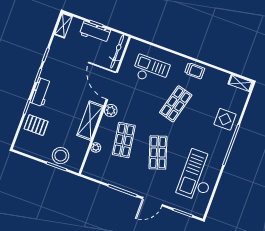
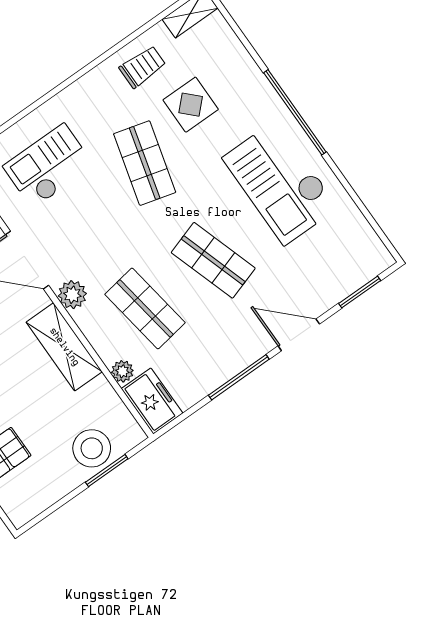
trolley: (195, 71) -> (143, 67), moved
display table: (225, 119) -> (191, 105), moved
freezer: (92, 165) -> (152, 401), added
checkout: (198, 175) -> (280, 183), moved
door: (152, 202) -> (299, 335), swing flipped

